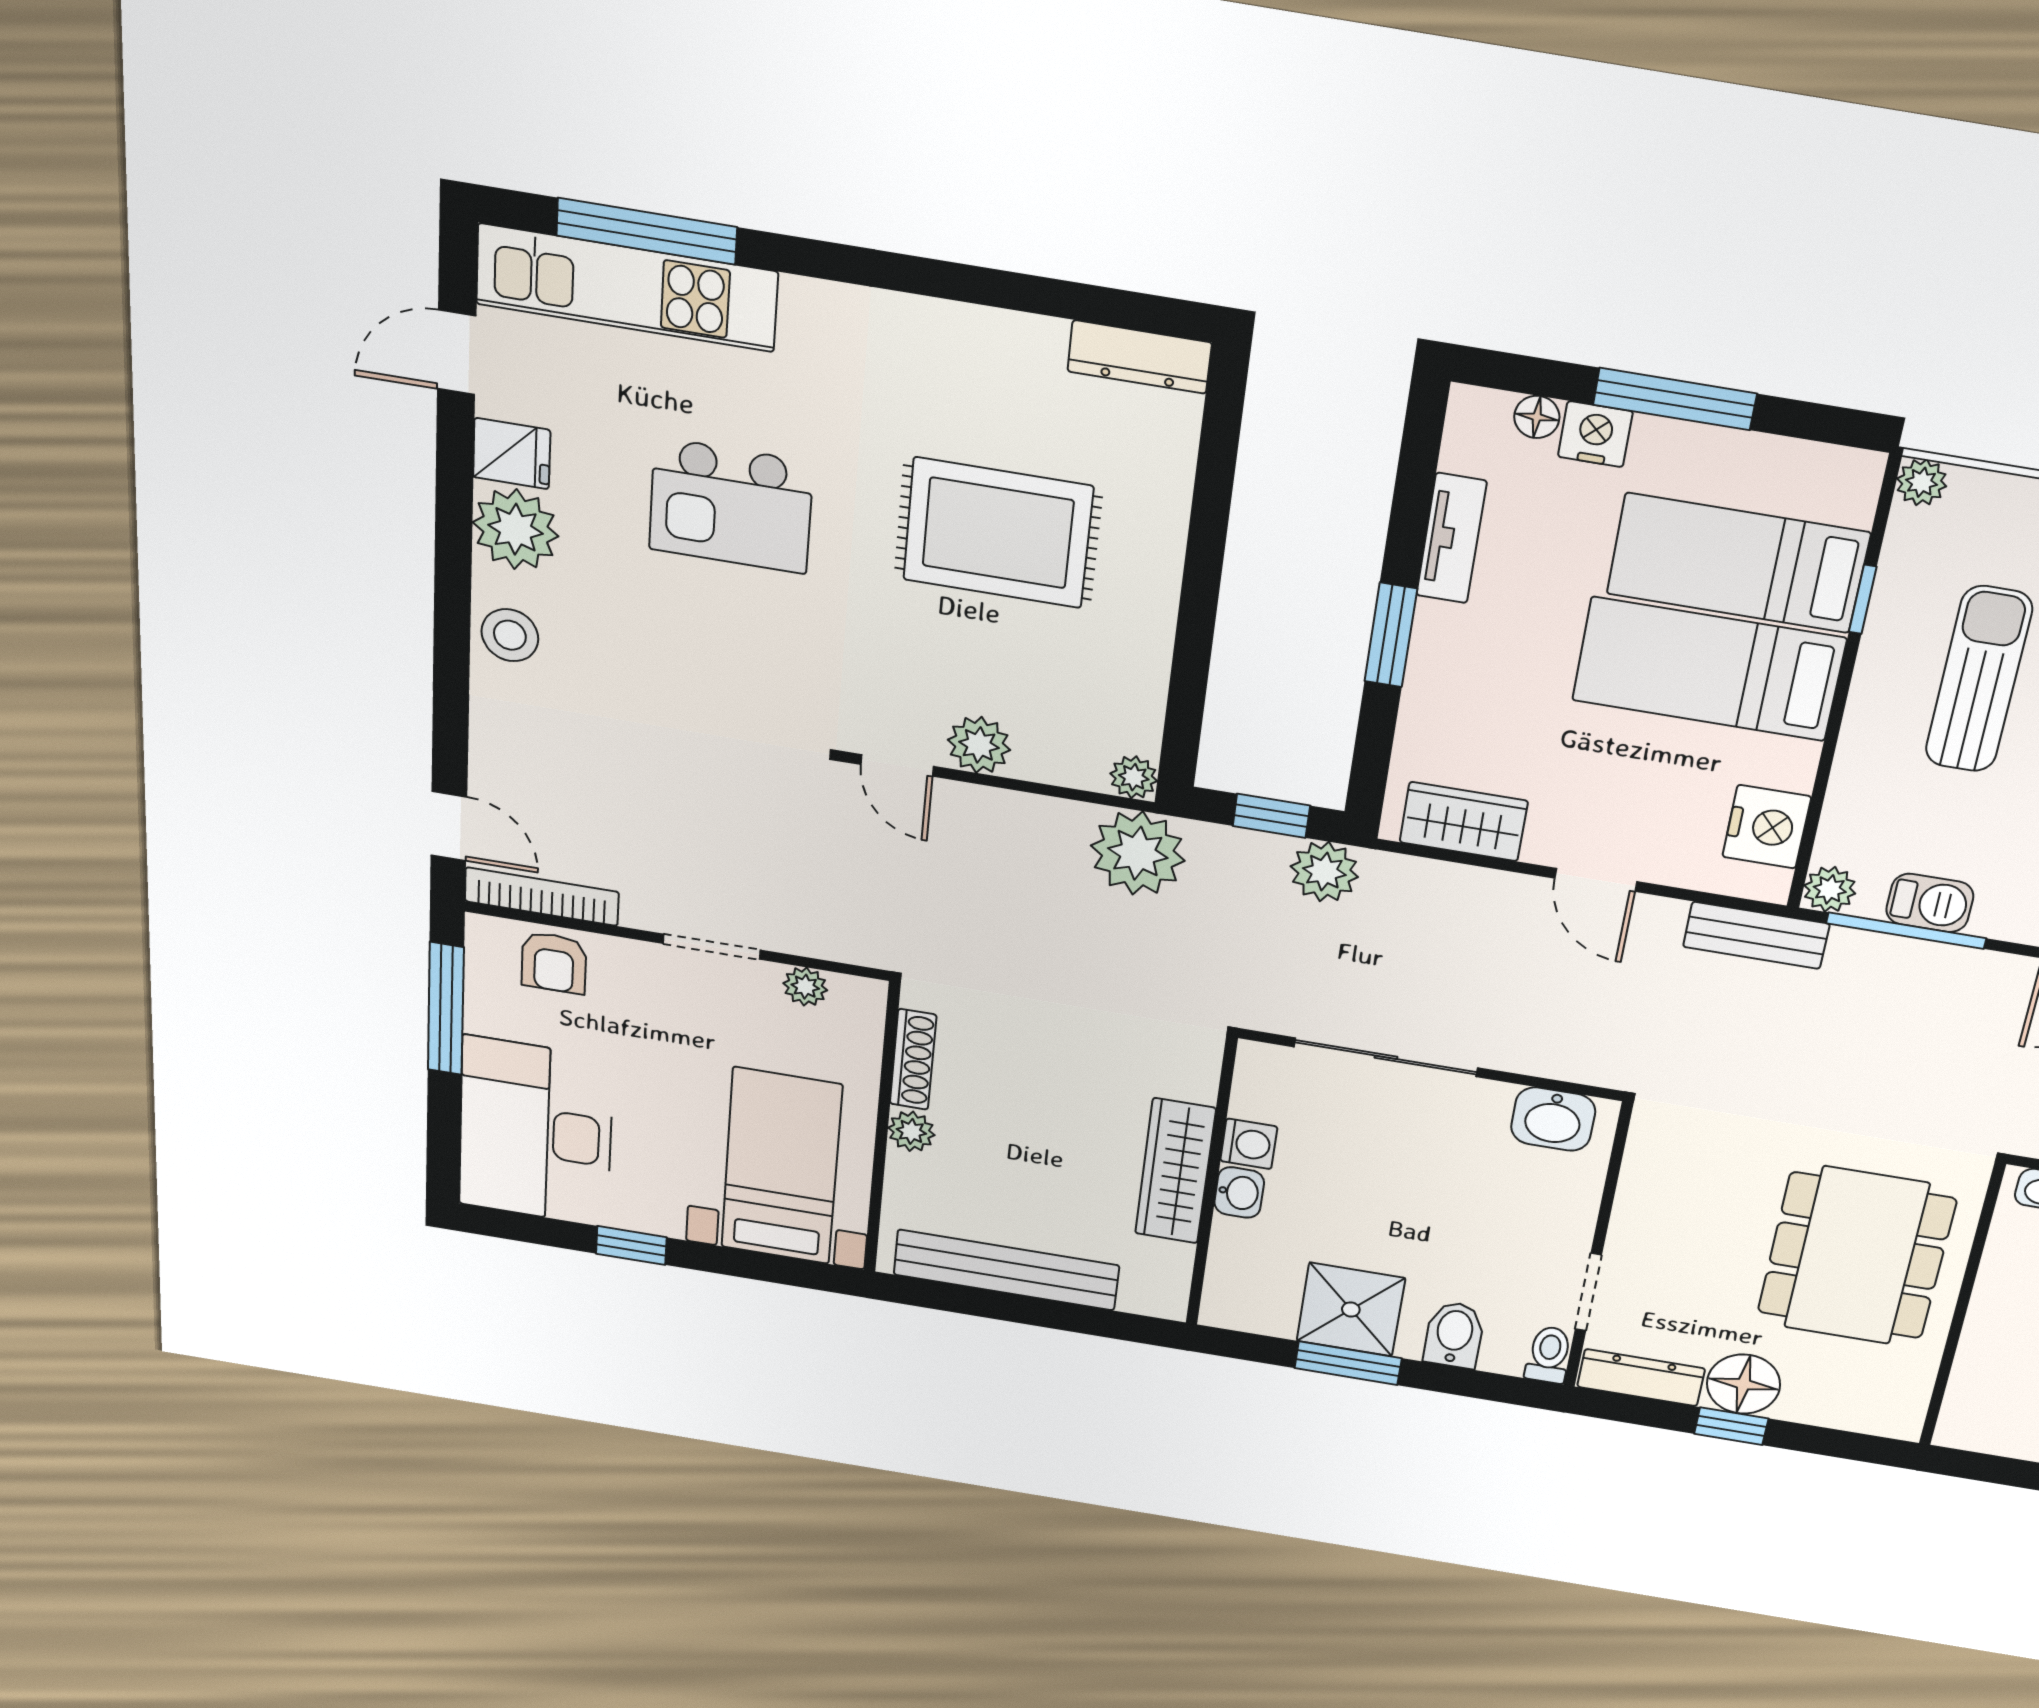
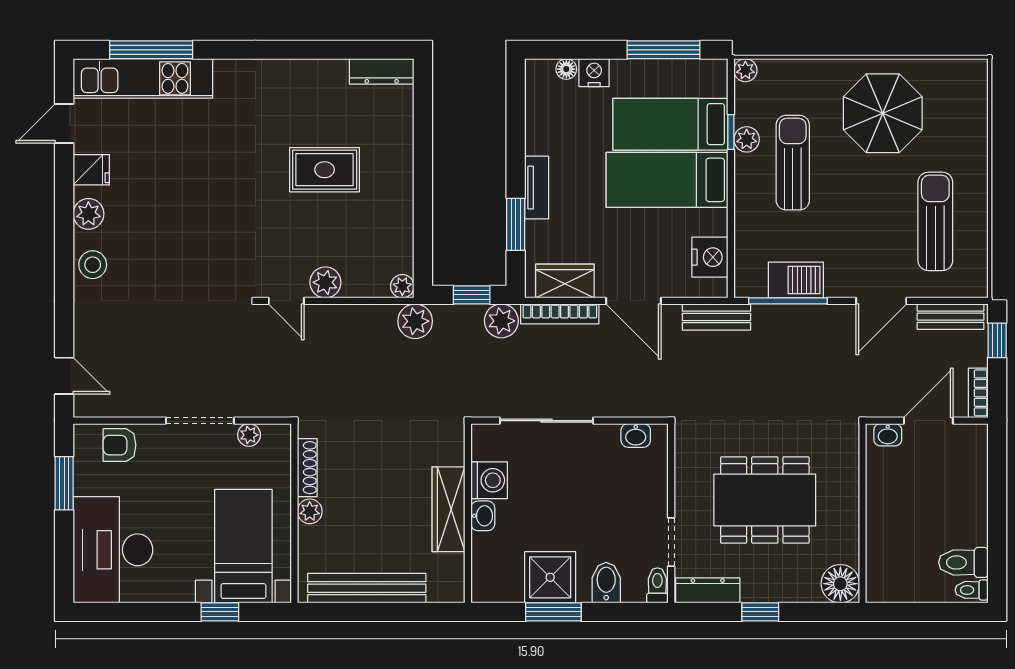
window: (1675, 399) -> (663, 50), moved
kitchen island: (731, 506) -> (197, 178), removed
plant: (516, 529) -> (88, 214), width x0.73, depth x0.73
rug: (998, 533) -> (325, 170), width x0.73, depth x0.70
tv unit: (1451, 538) -> (537, 188), moved
window: (1391, 635) -> (516, 224), moved
plant: (1138, 853) -> (415, 321), width x0.73, depth x0.73
door: (1596, 880) -> (634, 301), width x1.38
plant: (1830, 889) -> (747, 139), moved
bookcase: (542, 897) -> (560, 314), moved, turned 180
barbecue: (1930, 903) -> (796, 280), width x1.38, depth x1.27
doorway: (712, 947) -> (200, 421), width x1.38
armchair: (554, 963) -> (120, 445), turned 90
window: (446, 1009) -> (64, 483), width x0.69
washbasin: (1553, 1119) -> (636, 435), width x0.72, depth x0.69
washing machine: (1249, 1144) -> (489, 480), width x1.38, depth x1.38
window: (631, 1245) -> (220, 612), moved
dining table: (1856, 1256) -> (765, 500), moved, turned 90
floor lamp: (1743, 1384) -> (840, 584), moved

